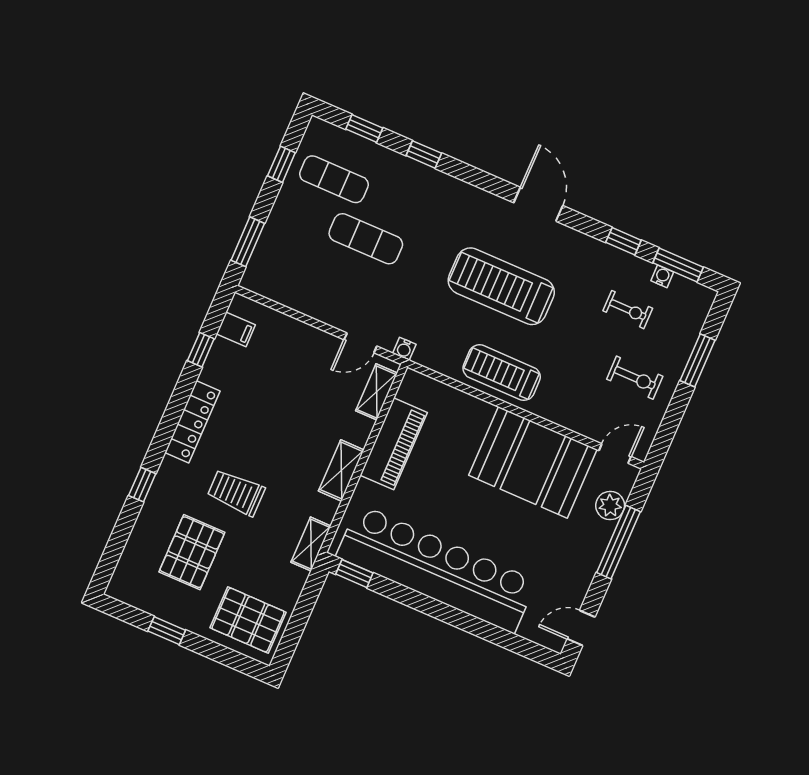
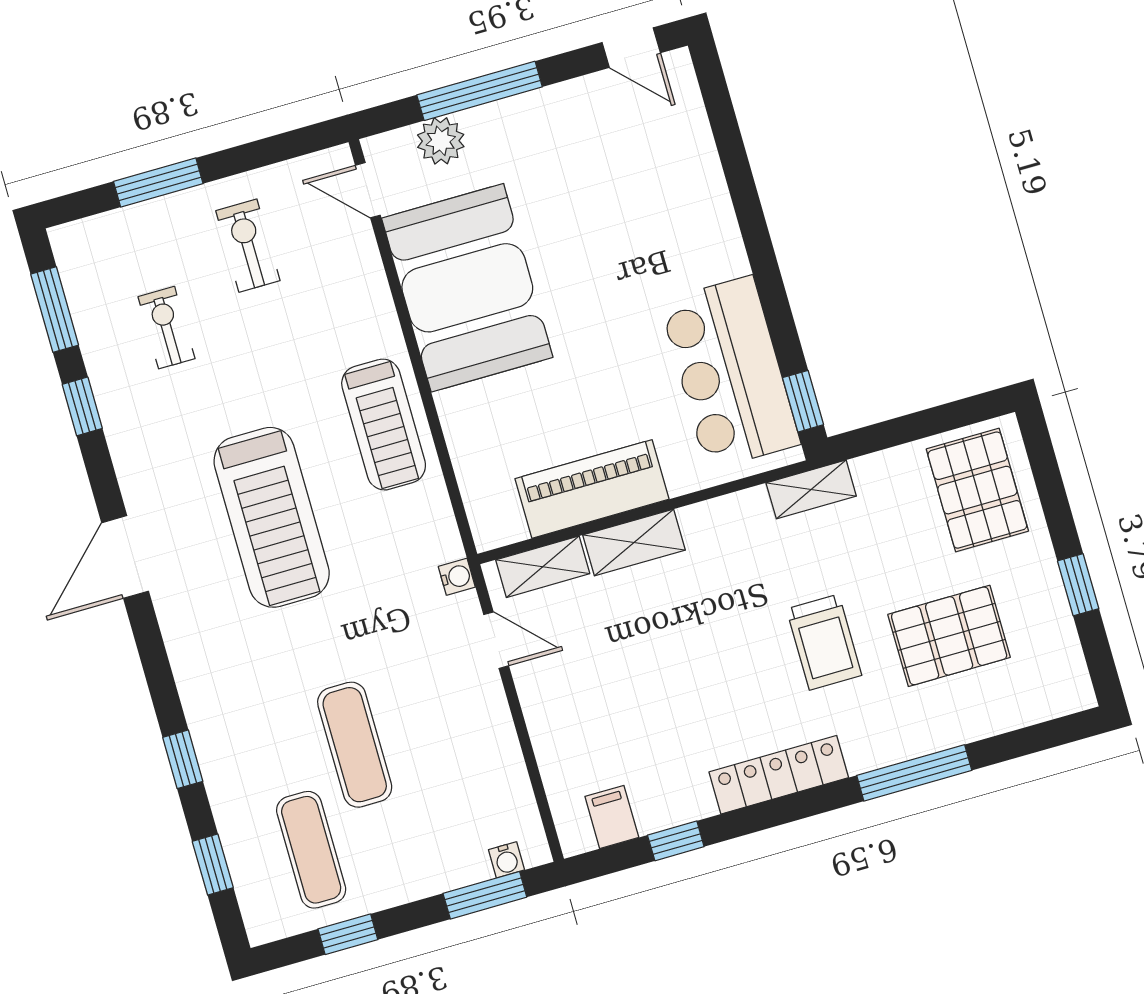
water cooler: (662, 276) -> (506, 860), moved, turned -90
shelving: (341, 470) -> (634, 543), moved
window: (142, 485) -> (914, 773), width x2.17
bar counter: (436, 569) -> (730, 373), width x0.54

